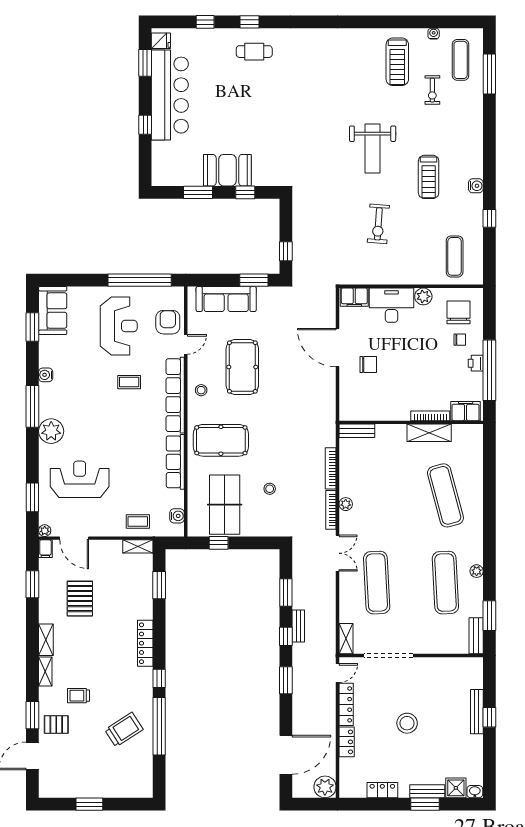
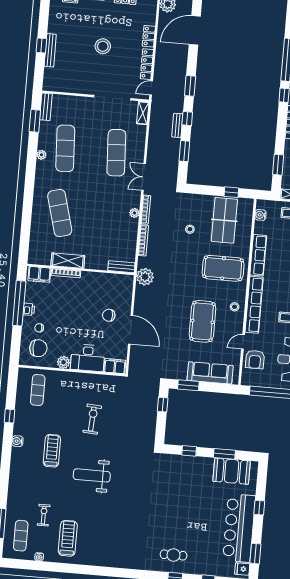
weight bench: (373, 148) -> (92, 475), turned -90
booth: (227, 170) -> (232, 471), moved
chair: (459, 312) -> (38, 348), turned -90
plant: (324, 420) -> (145, 277), added

